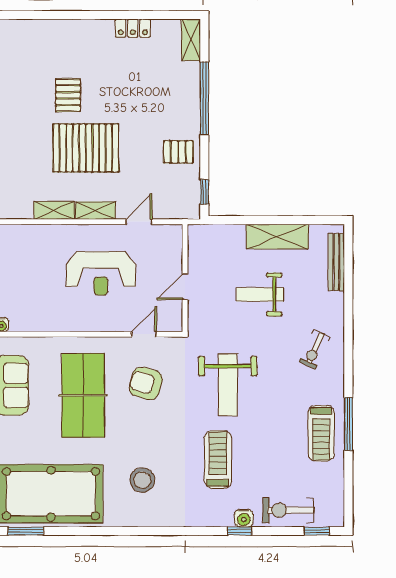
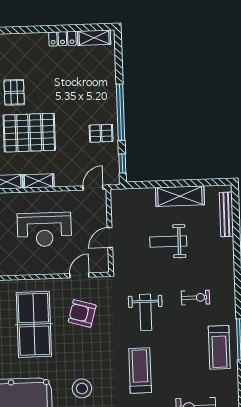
shelving: (191, 40) -> (94, 38), moved, turned 90
window: (204, 98) -> (121, 112), moved
door: (139, 222) -> (93, 188), moved
exercise bike: (315, 349) -> (195, 298), moved, turned -115
weight bench: (228, 385) -> (146, 312), width x0.73, depth x0.75

